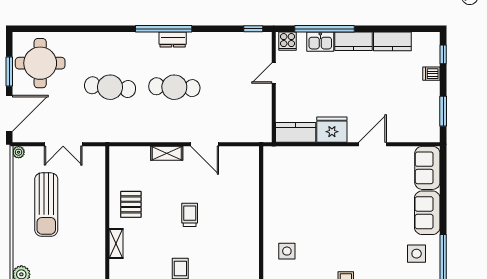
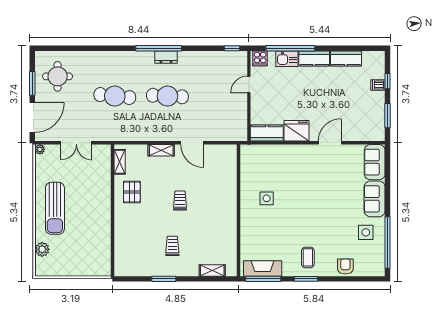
window: (443, 54) -> (388, 81), moved
round table: (40, 63) -> (58, 76), width x0.73, depth x0.73
sun lounger: (46, 205) -> (55, 208), moved
shelving: (116, 244) -> (120, 162), moved
side table: (287, 251) -> (267, 198), moved

